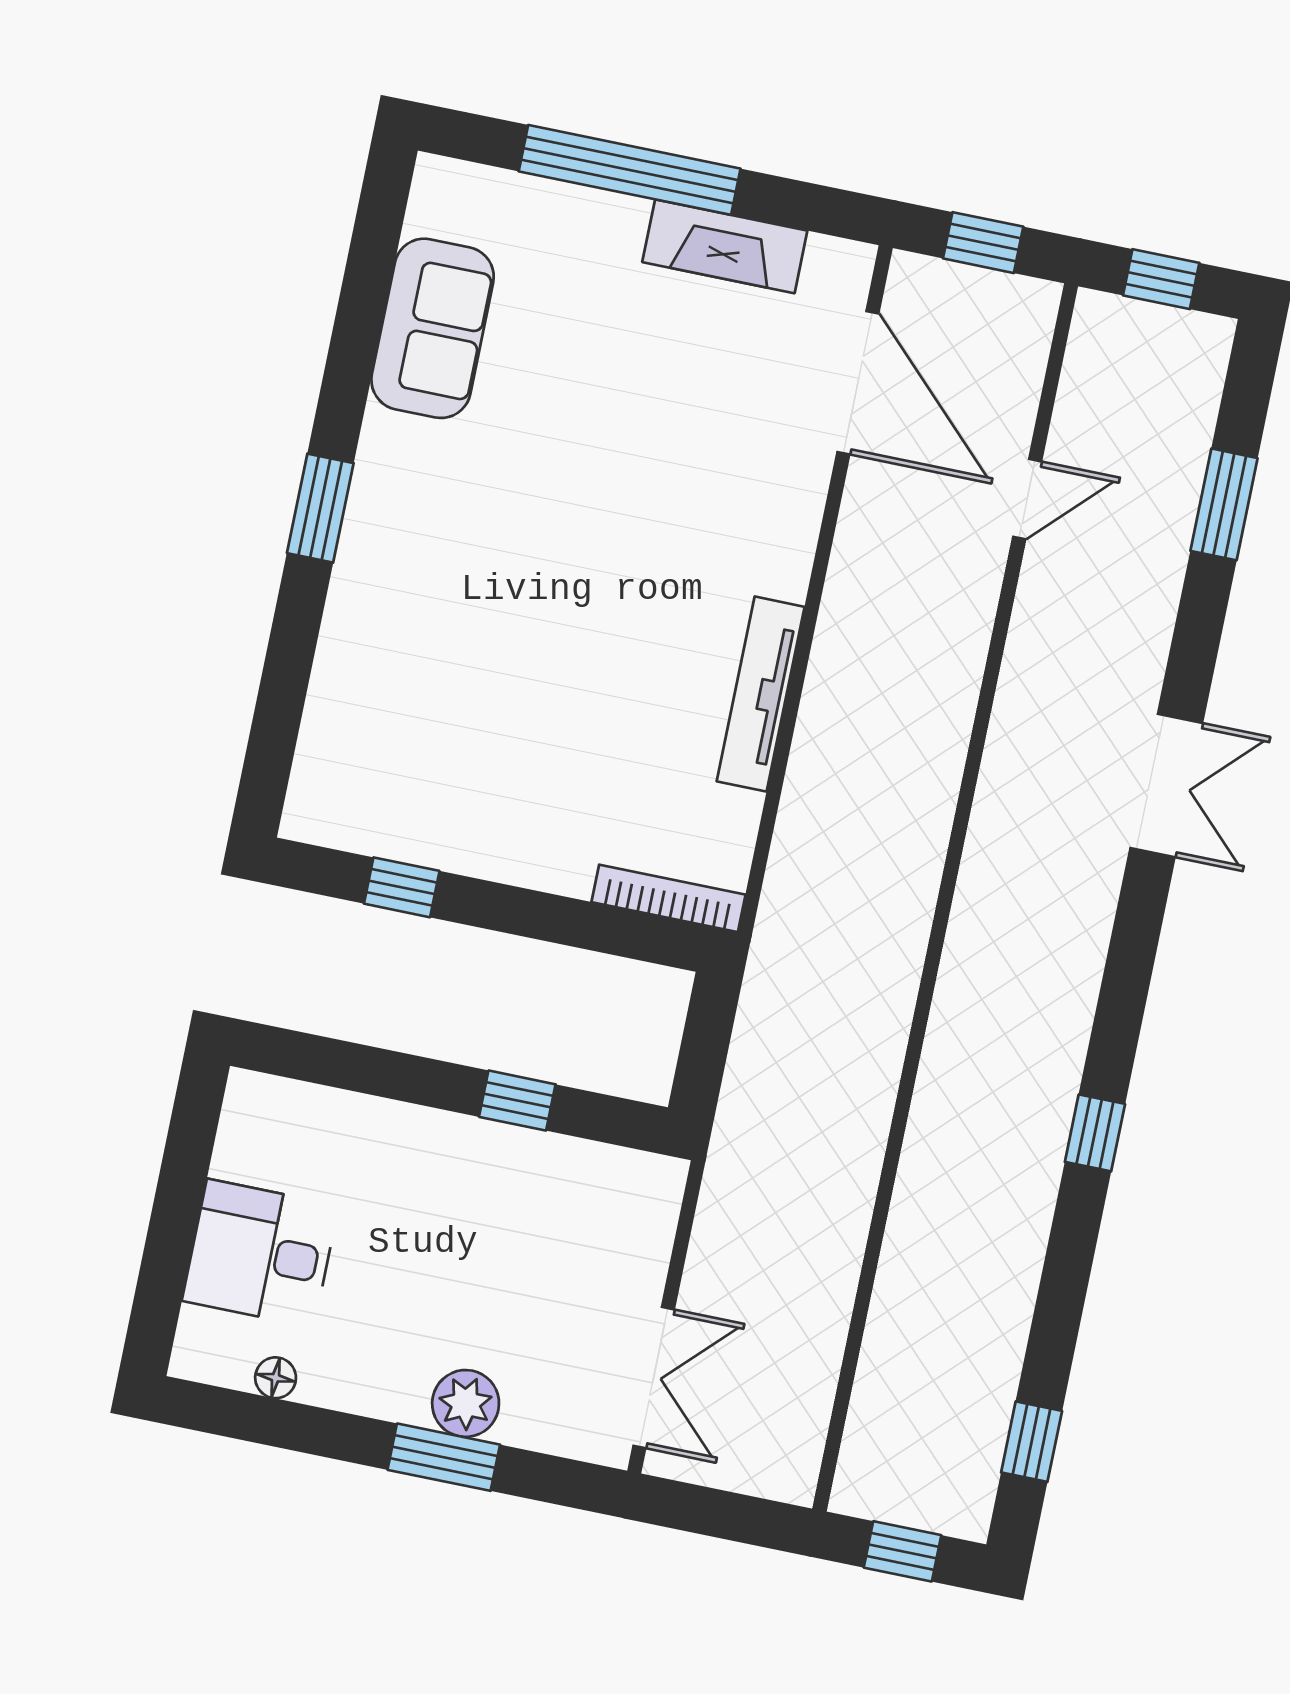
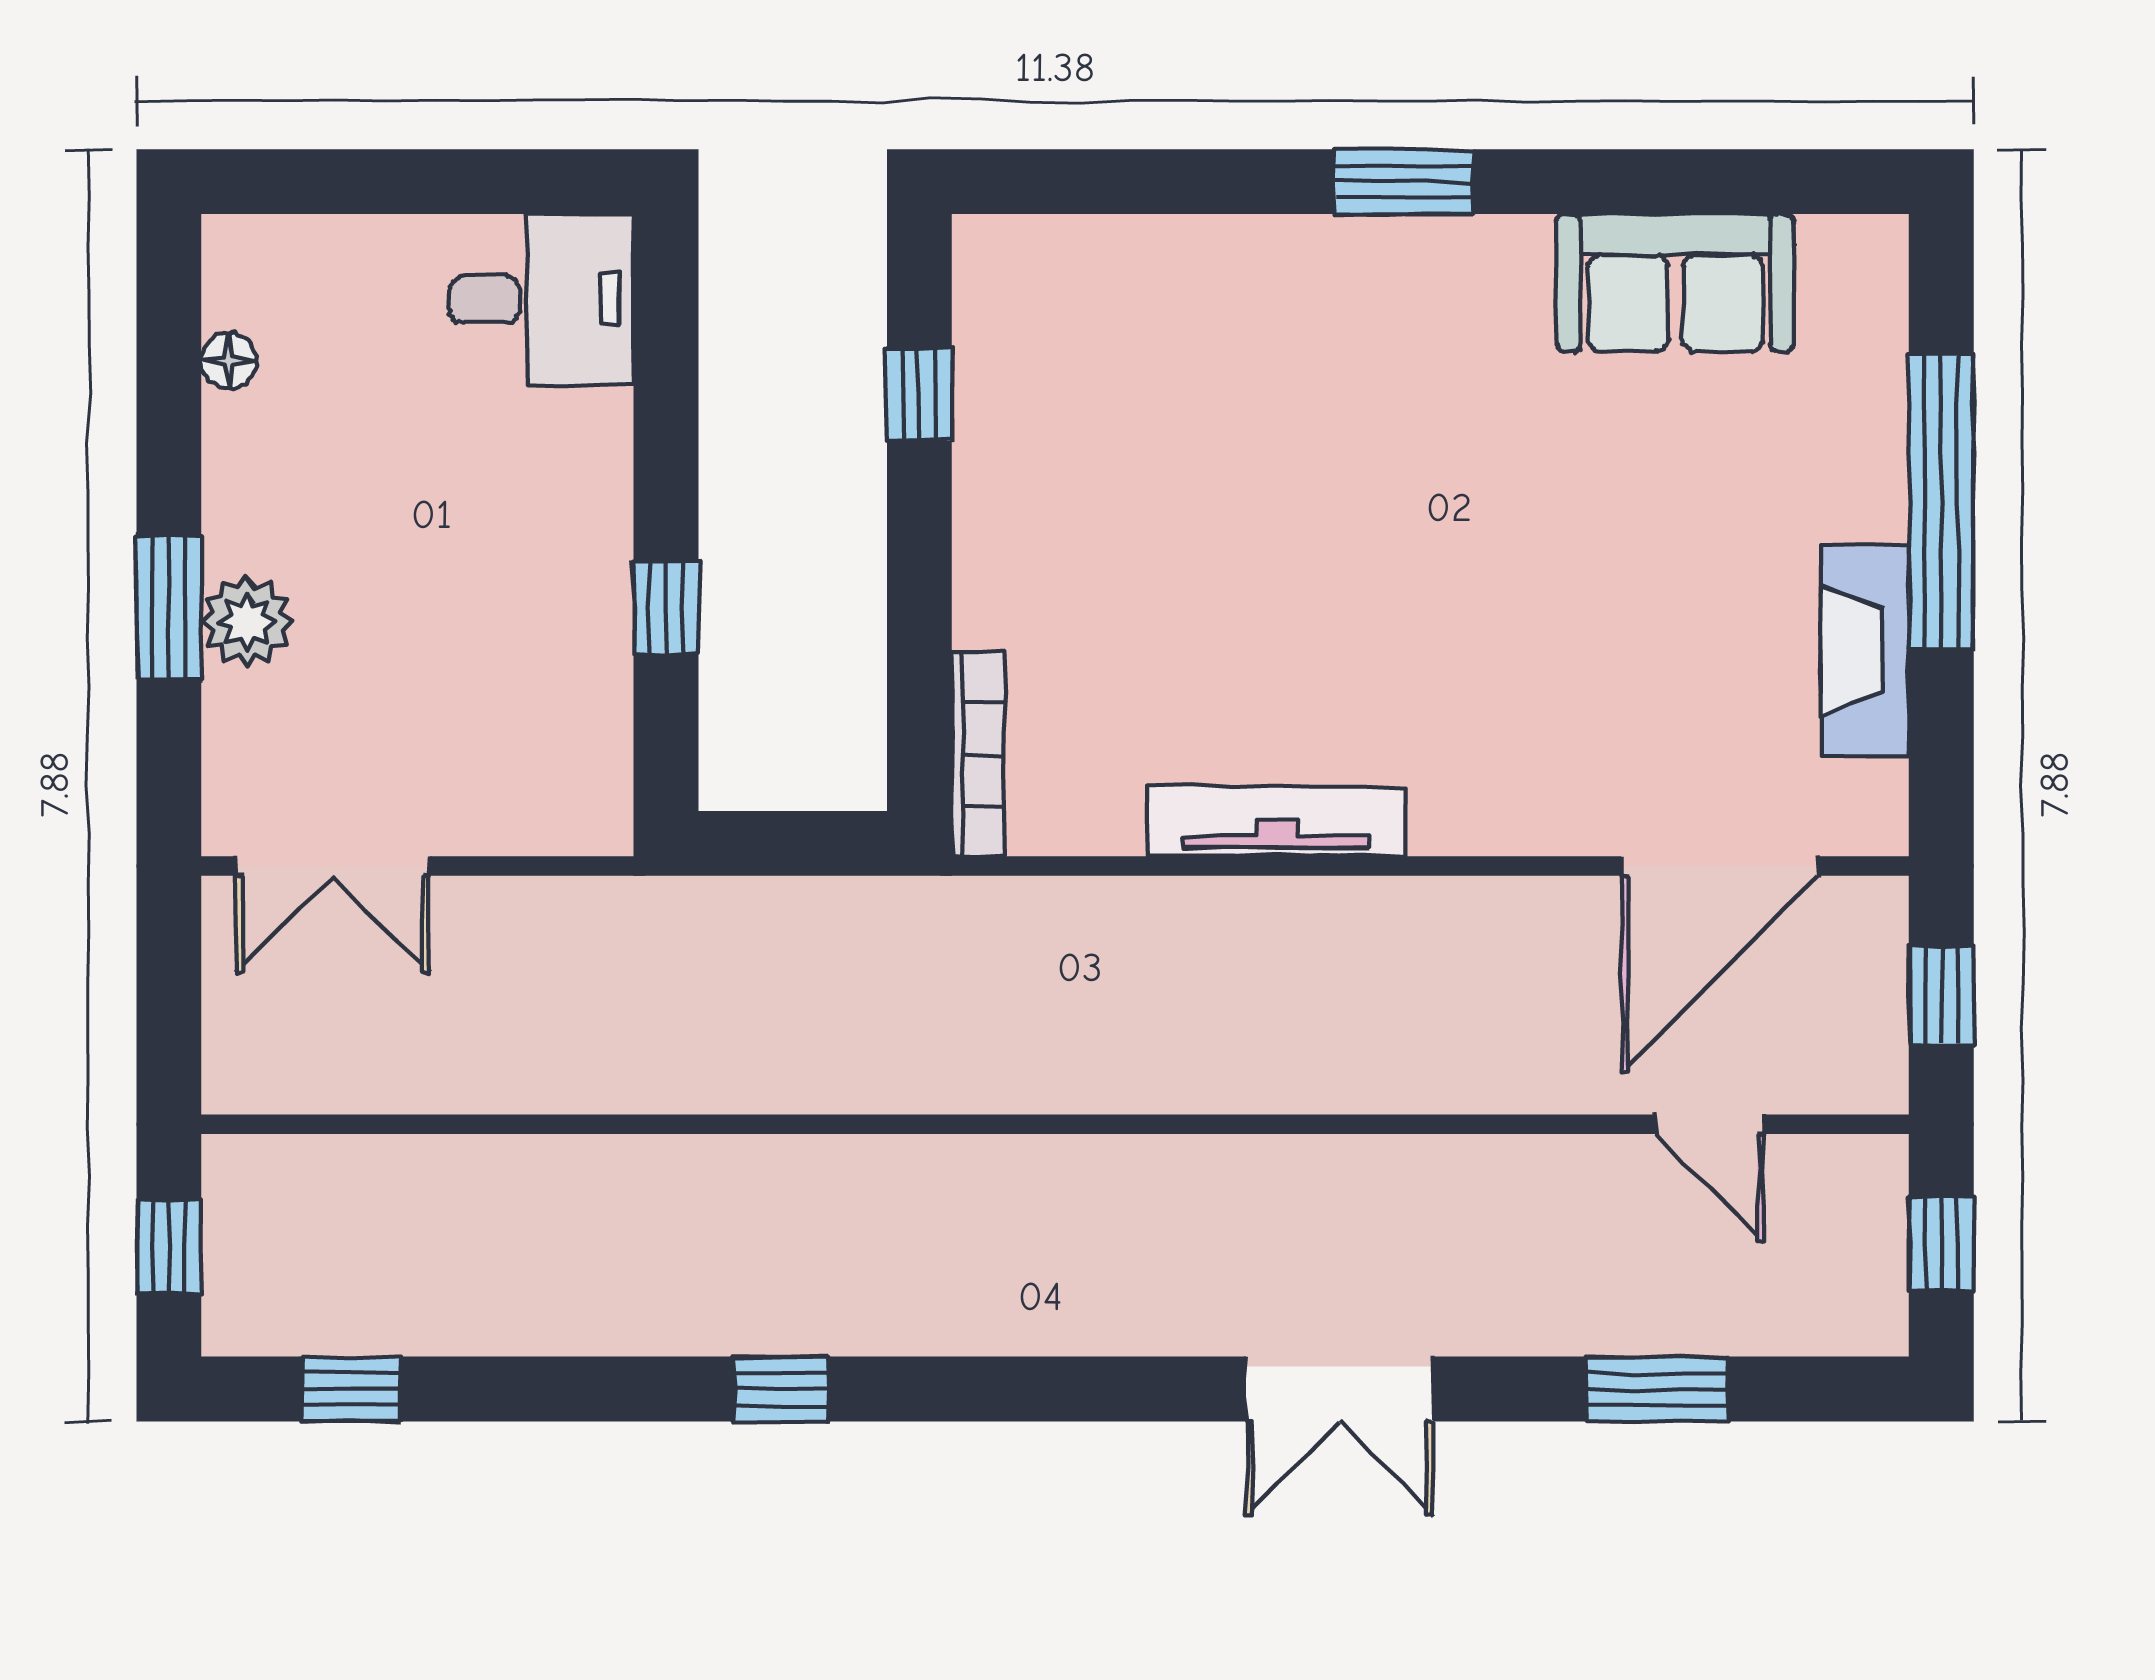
door: (1027, 499) -> (1710, 1124), moved
double door: (1166, 786) -> (1339, 1389), moved
desk: (260, 1253) -> (542, 299), moved, turned 90

